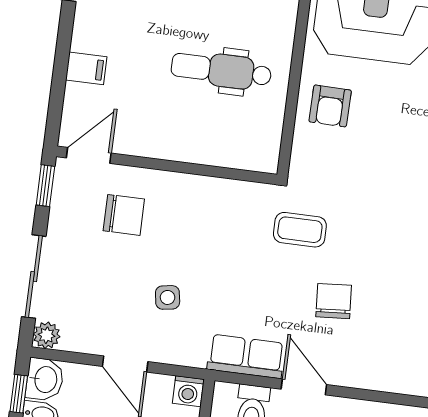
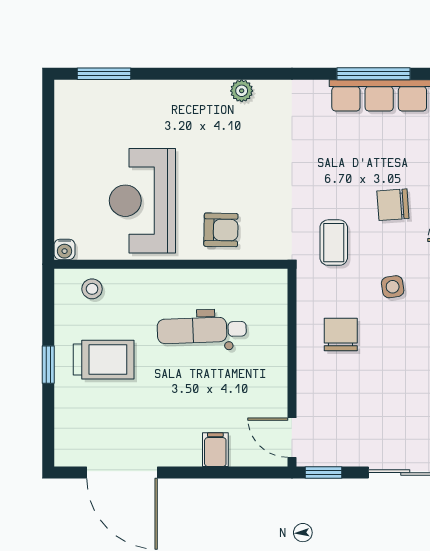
dental chair: (221, 70) -> (202, 330), turned 88
chair: (124, 215) -> (341, 335), moved
side table: (168, 297) -> (393, 287), moved

